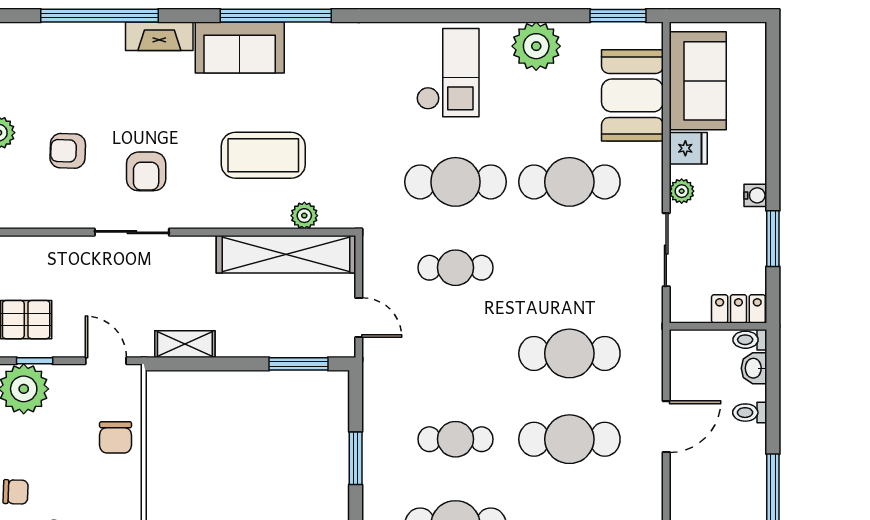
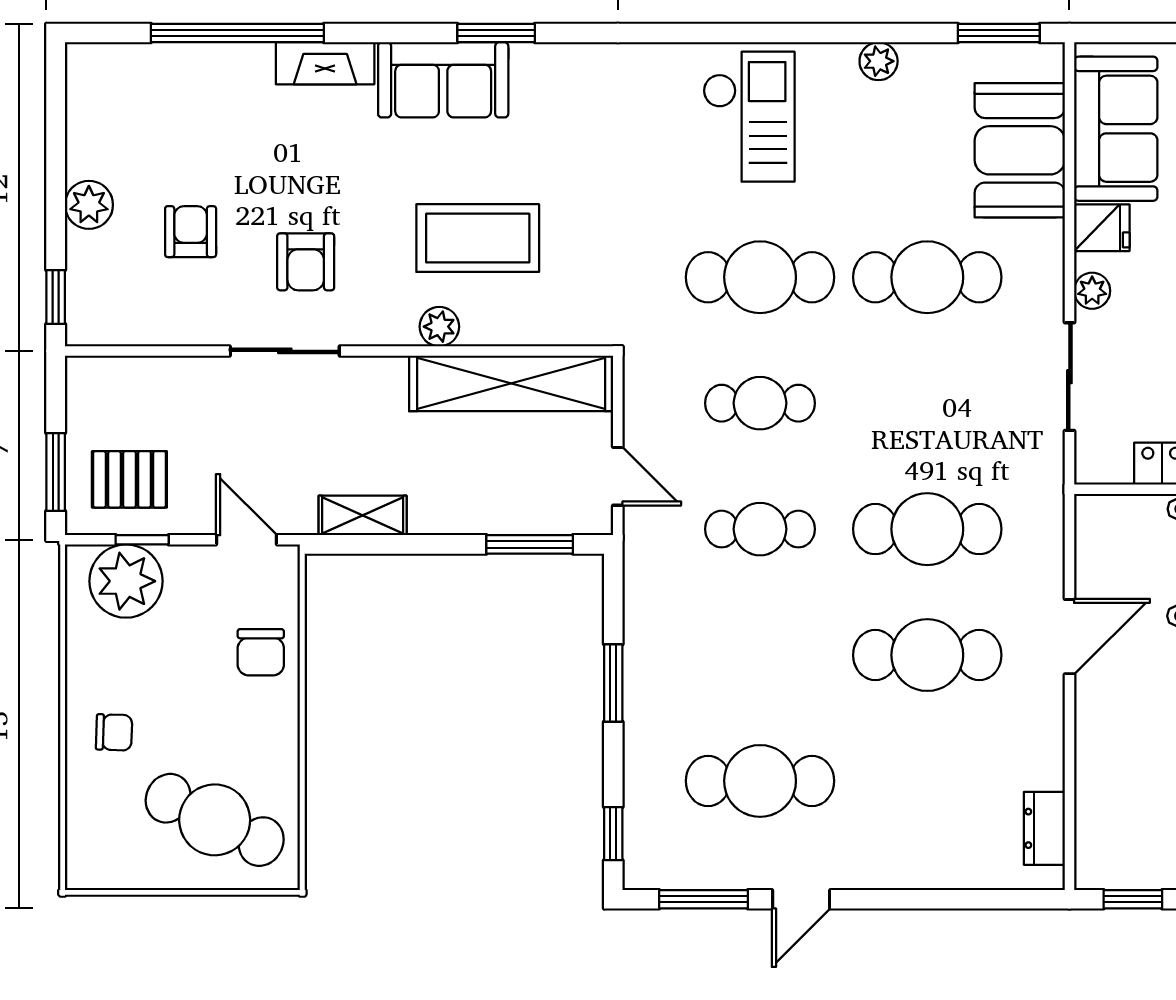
window: (276, 16) -> (496, 33), width x0.47
plant: (536, 46) -> (879, 61), width x0.53, depth x0.53
armchair: (68, 151) -> (191, 232), turned 88
plant: (304, 216) -> (439, 327), moved
cafe table: (455, 439) -> (760, 529), moved

